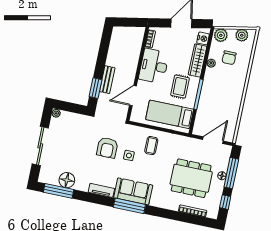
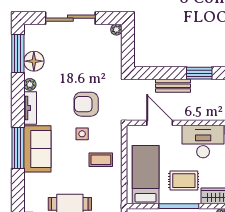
window: (96, 88) -> (199, 73), moved
plant: (84, 187) -> (30, 84), added

